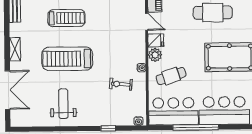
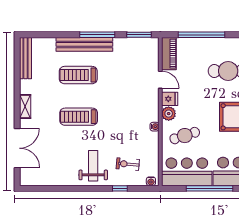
treadmill: (66, 18) -> (78, 75), turned 180
treadmill: (67, 59) -> (79, 117), width x0.73, depth x0.73
exercise bike: (121, 84) -> (128, 164), moved
weight bench: (63, 104) -> (93, 166), moved

